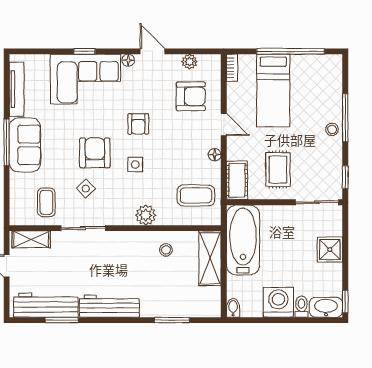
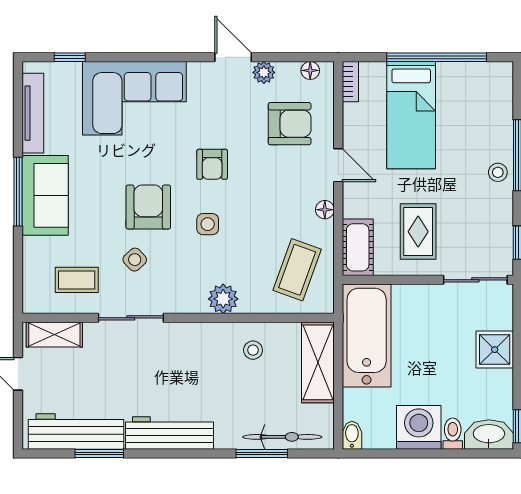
window: (84, 51) -> (70, 57), moved
floor lamp: (128, 60) -> (310, 70), moved
plant: (190, 62) -> (264, 72), moved
coffee table: (196, 195) -> (297, 270), turned -70
coffee table: (46, 202) -> (77, 280), turned 90
bicycle: (186, 309) -> (282, 437), added

